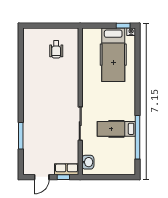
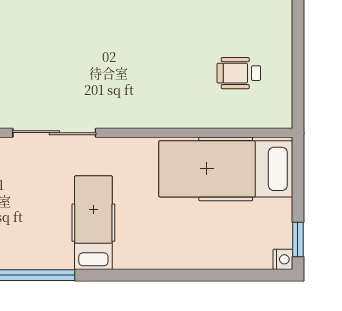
hospital bed: (113, 55) -> (226, 169), moved
hospital bed: (116, 129) -> (93, 223), moved

